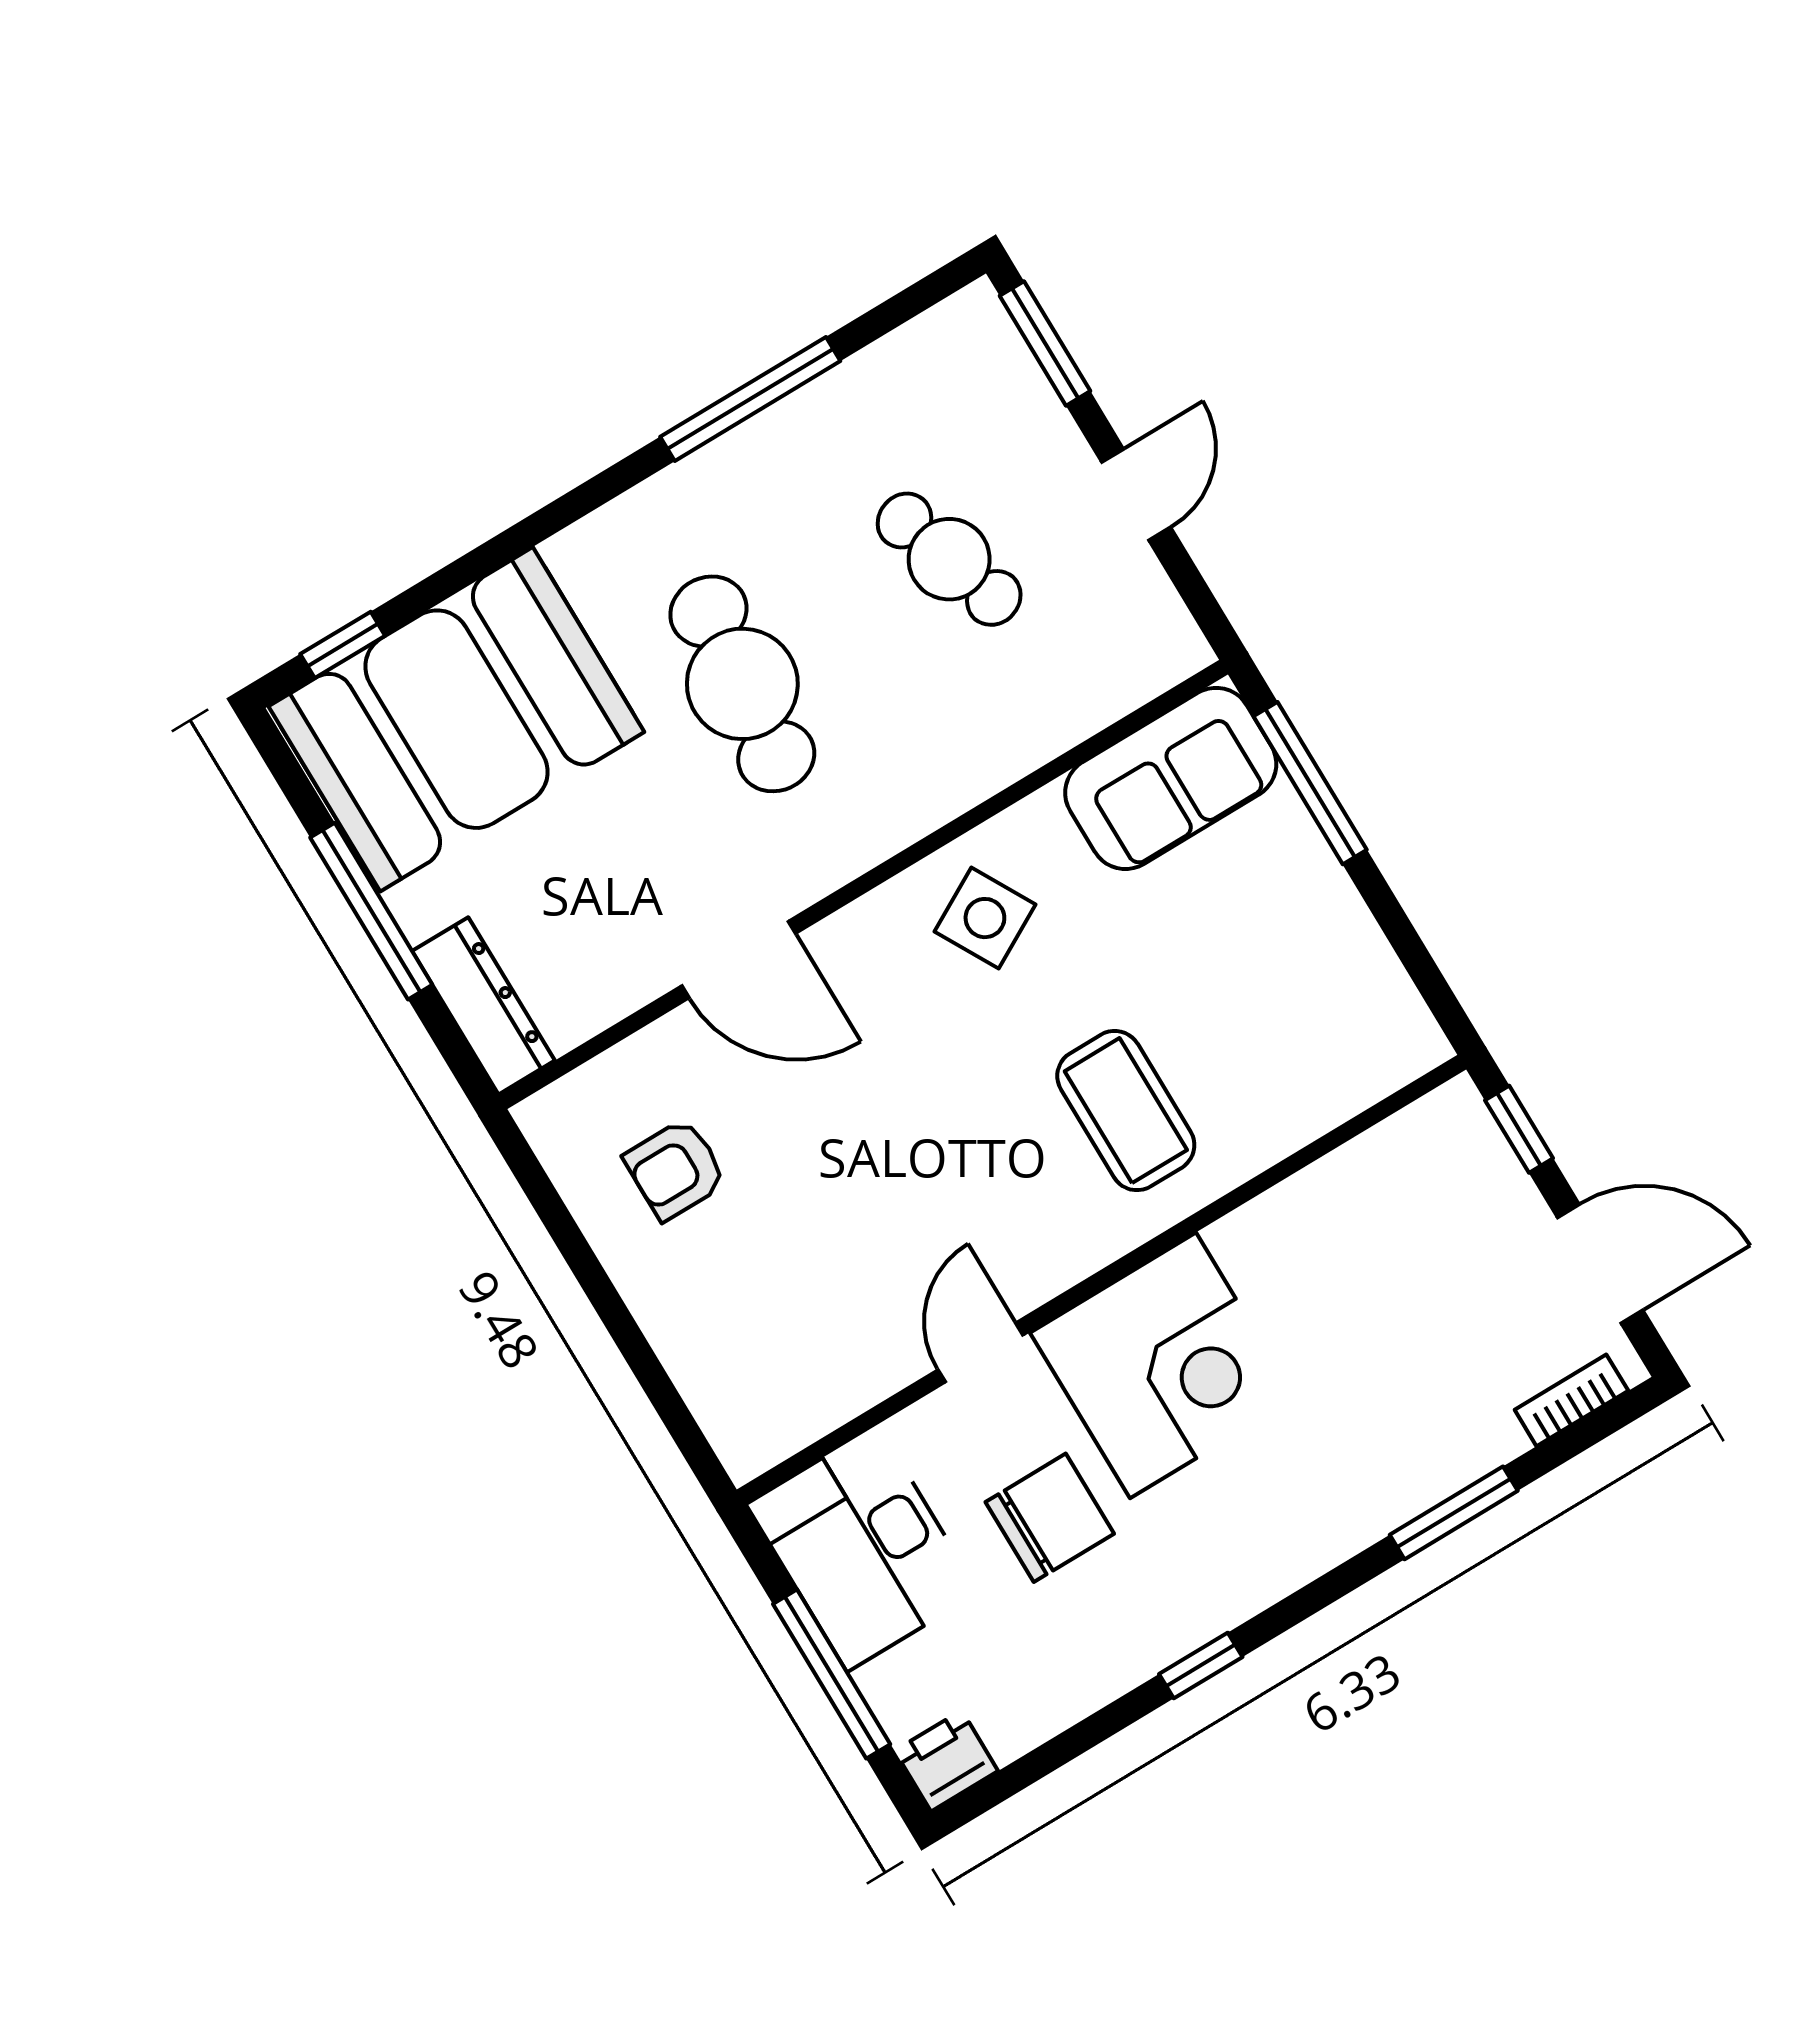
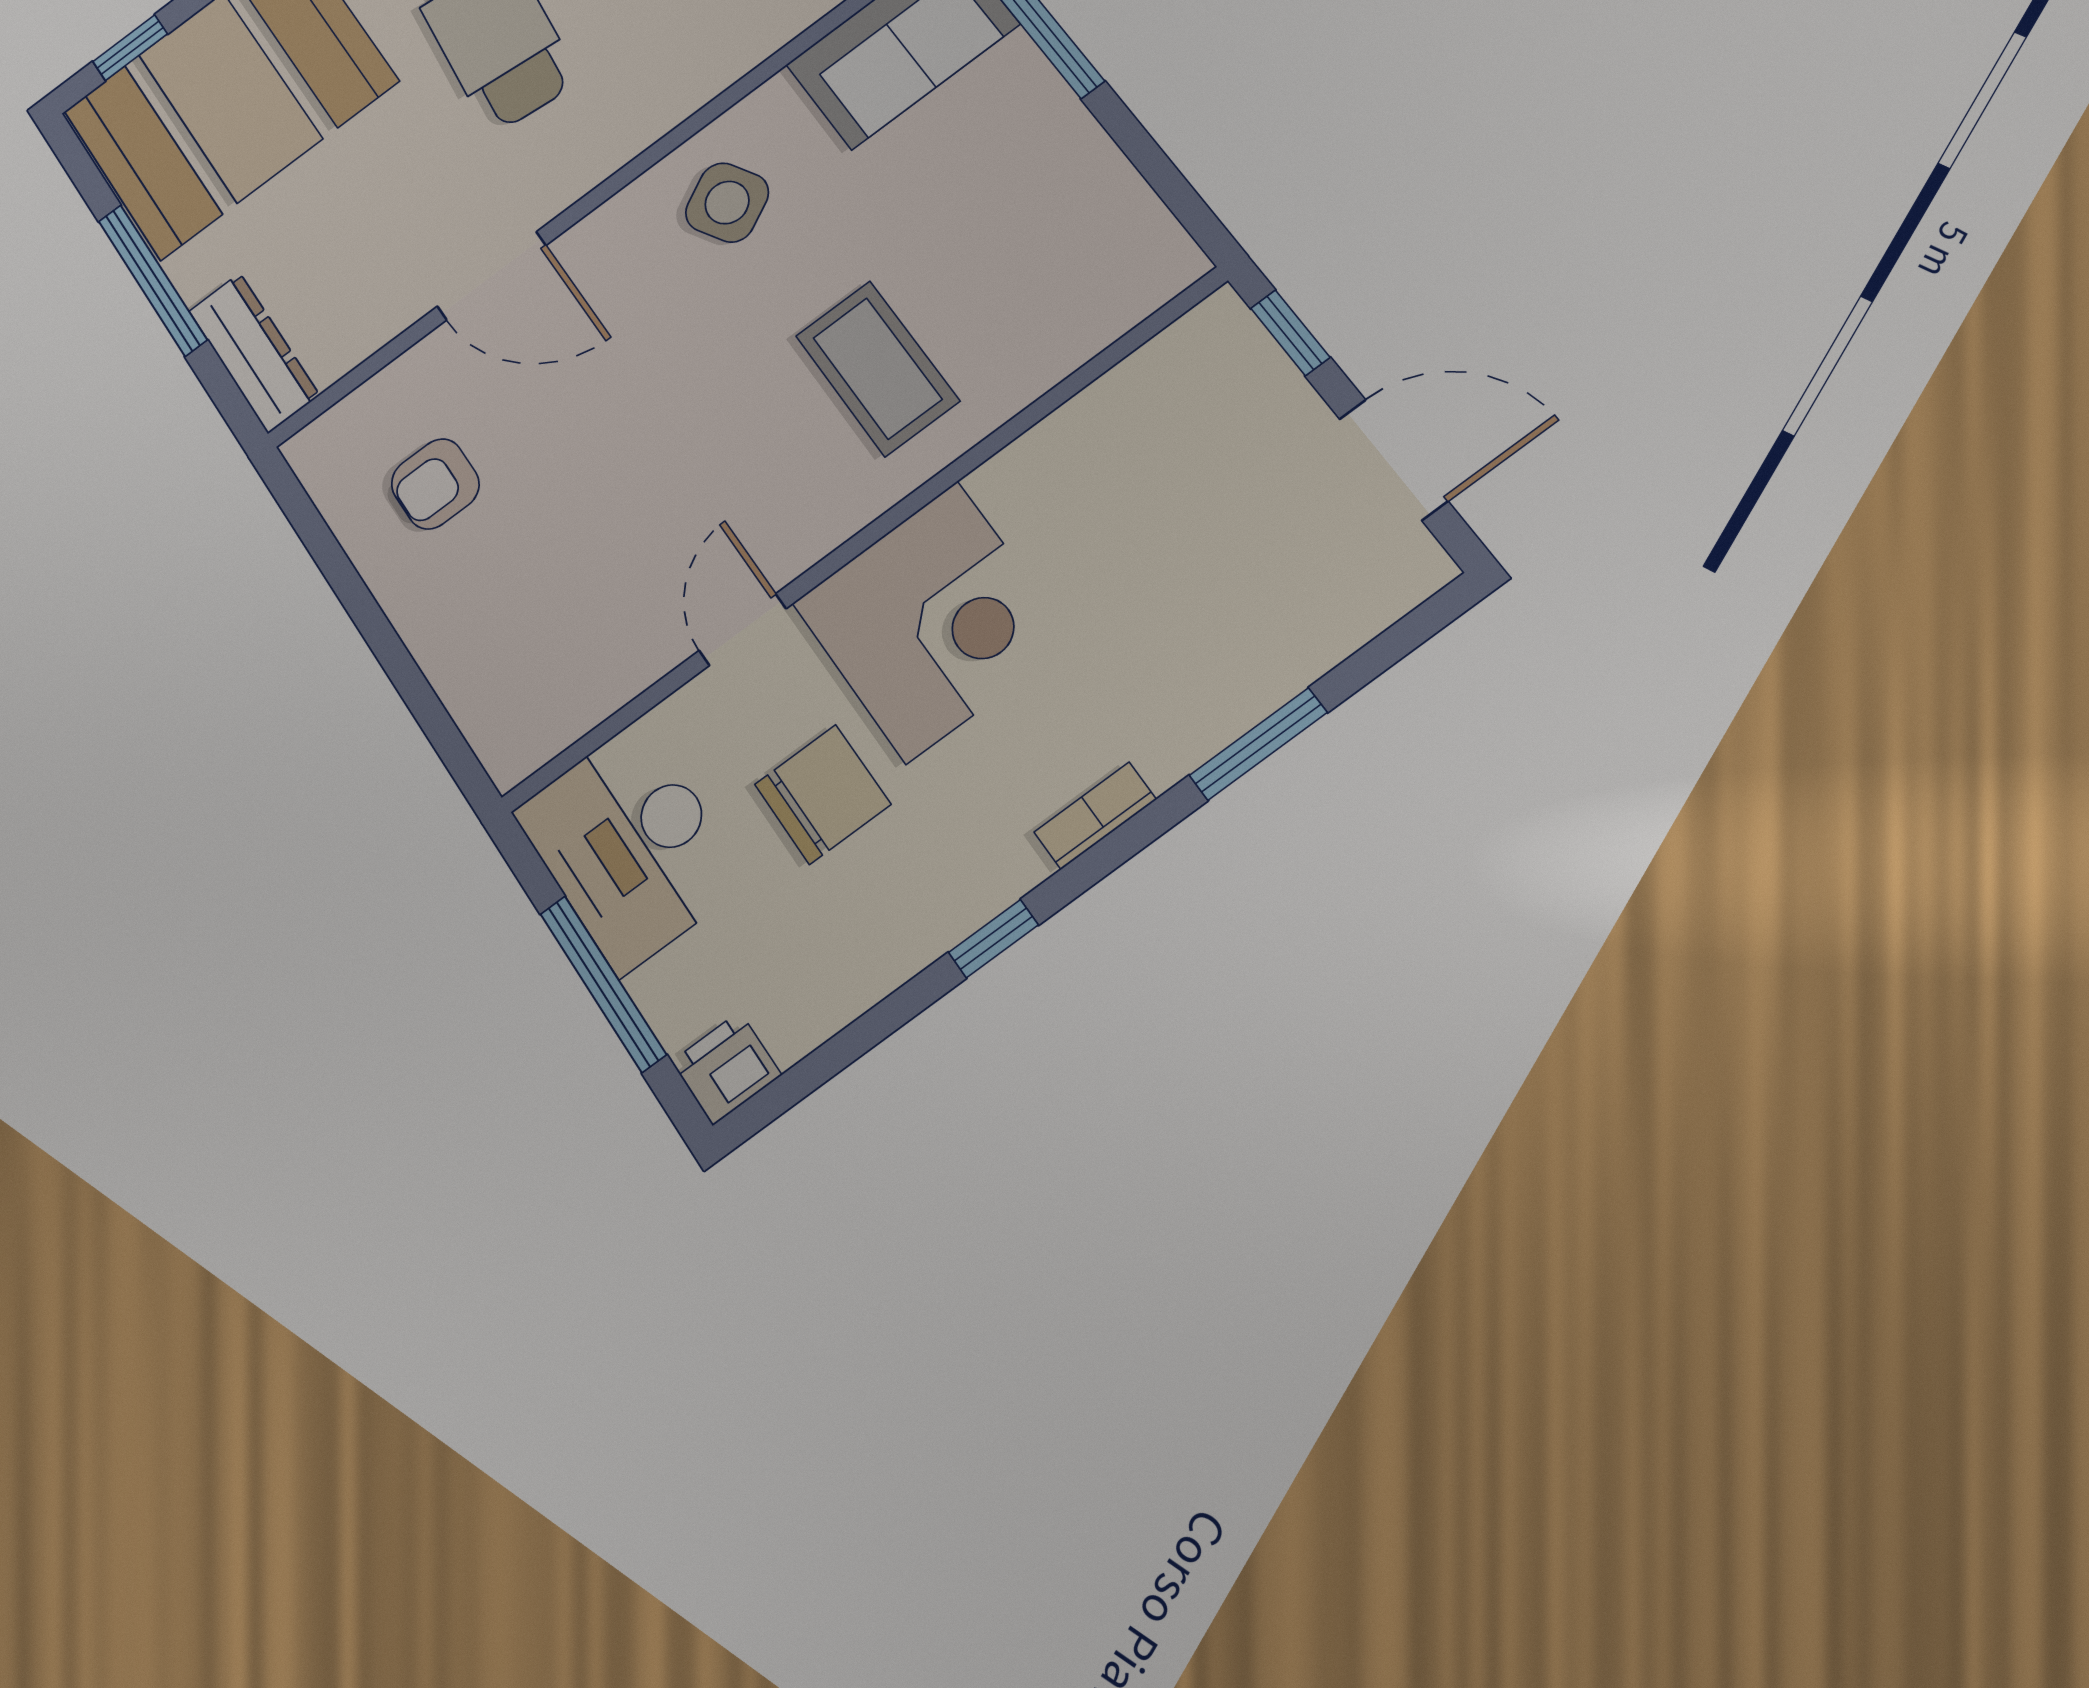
bookcase: (1571, 1400) -> (1095, 816), moved

